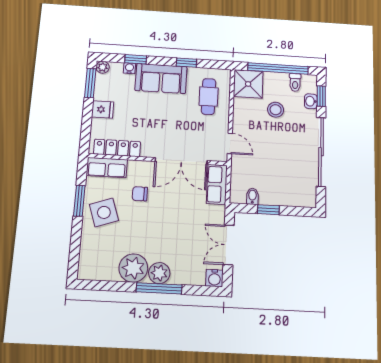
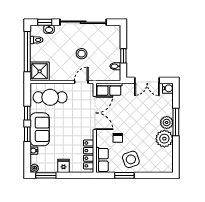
window: (136, 59) -> (27, 134), moved
cafe table: (209, 96) -> (50, 97), width x1.37, depth x1.35
stool: (276, 110) -> (82, 54), moved

